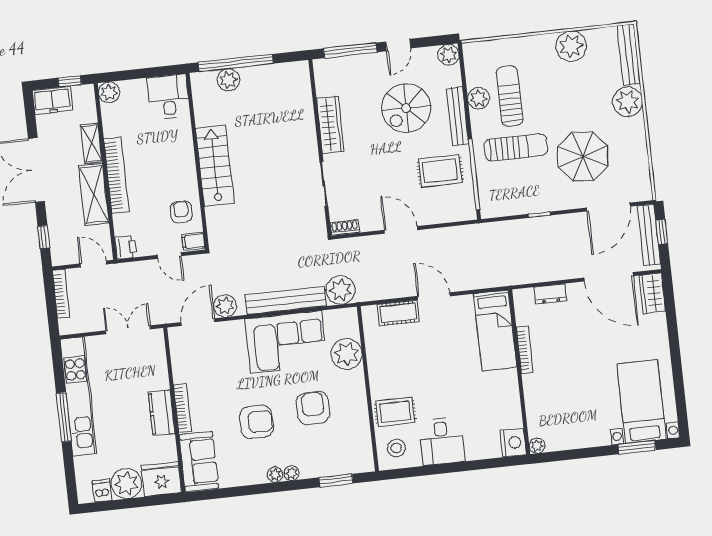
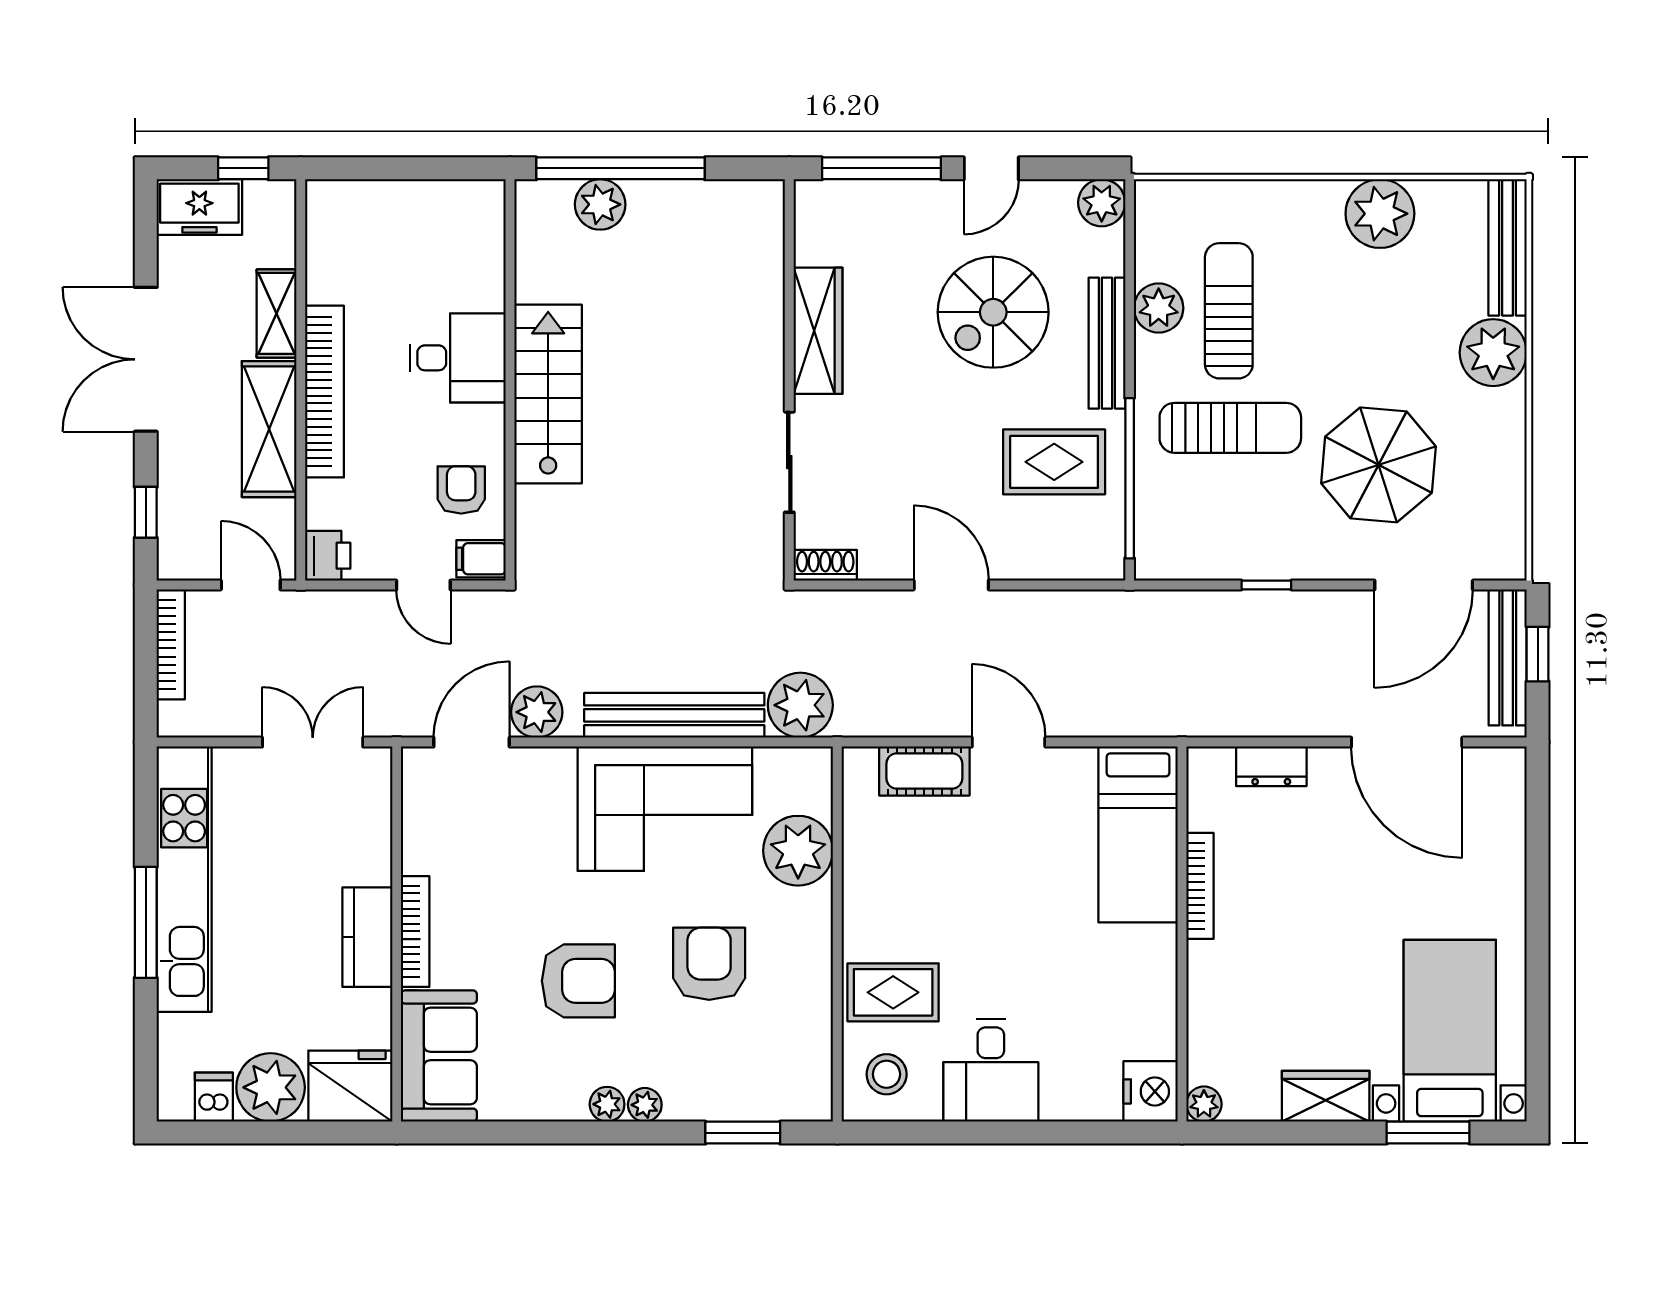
plant: (109, 92) -> (329, 203), removed
desk: (168, 97) -> (458, 358), moved, turned 90
wardrobe: (652, 293) -> (1326, 1096), moved, turned 90

